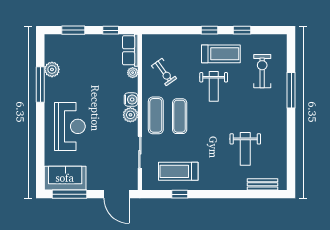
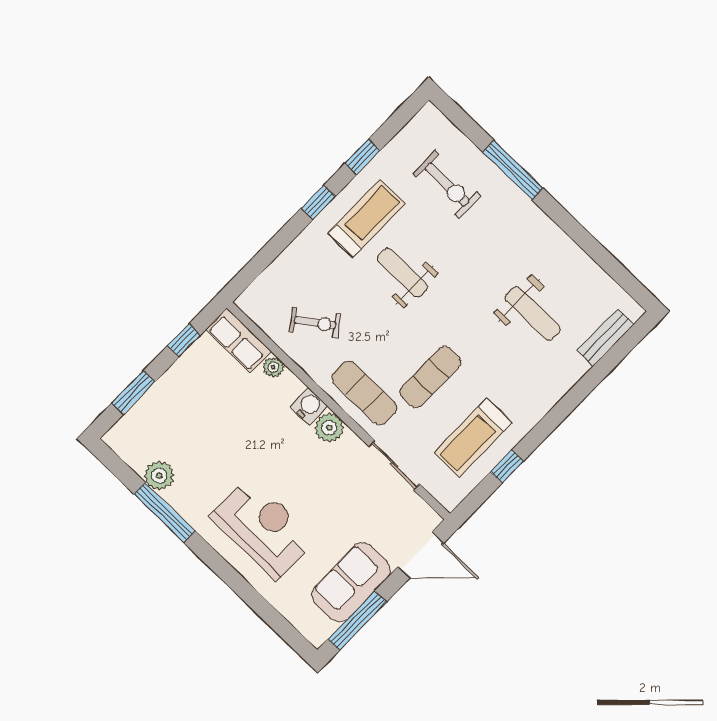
exercise bike: (262, 71) -> (447, 185), turned 180
weight bench: (214, 86) -> (402, 273), turned 180
exercise mat: (180, 116) -> (430, 377), moved, turned 90
sofa: (65, 178) -> (351, 582), moved

